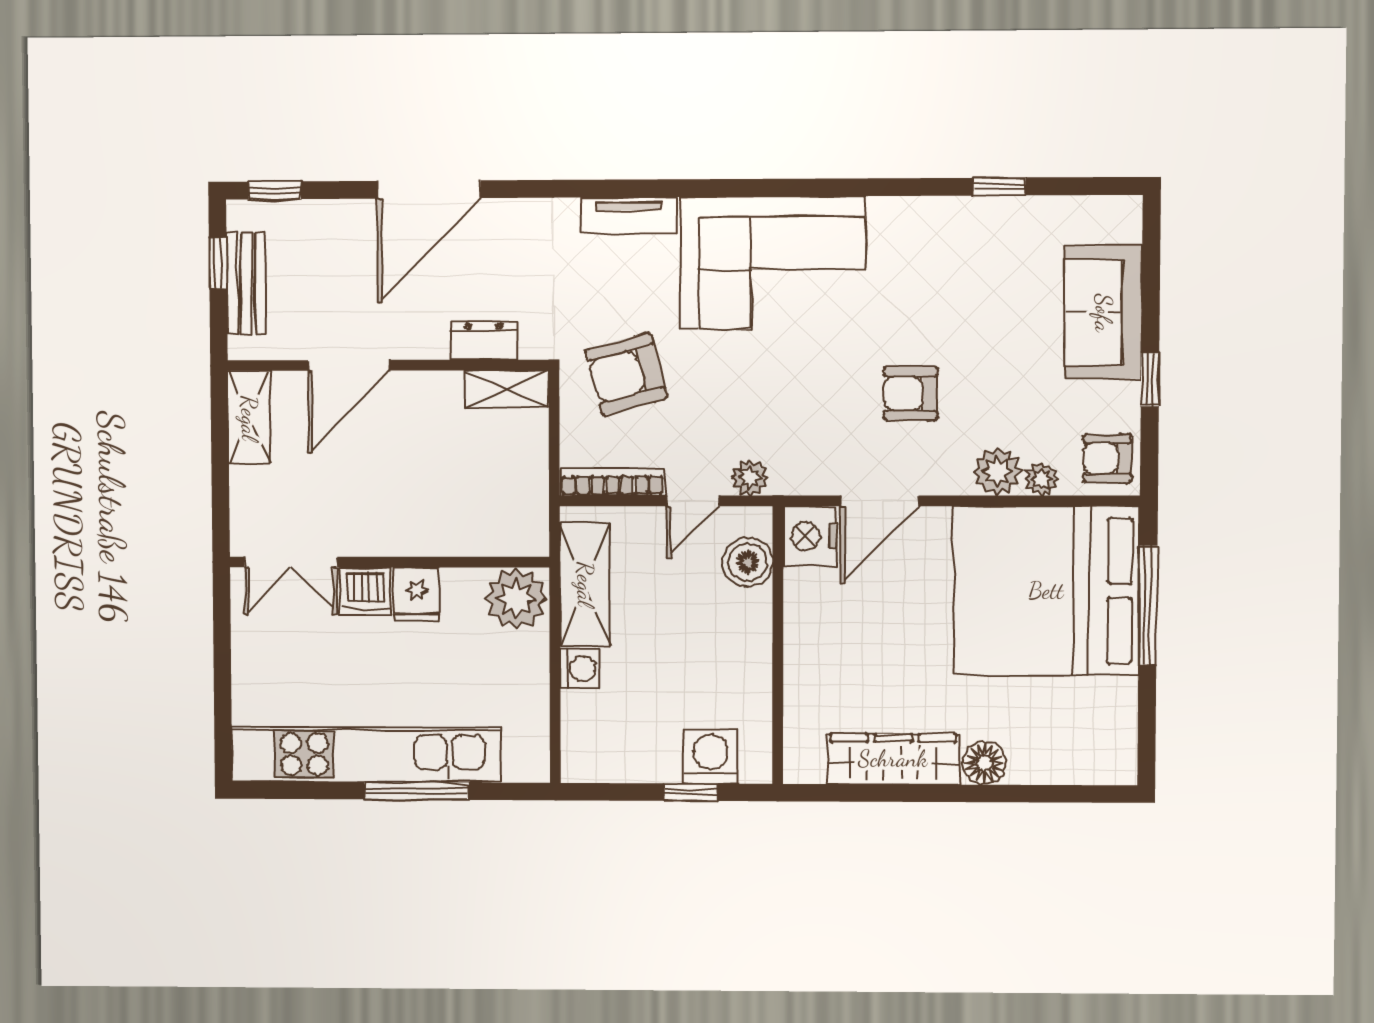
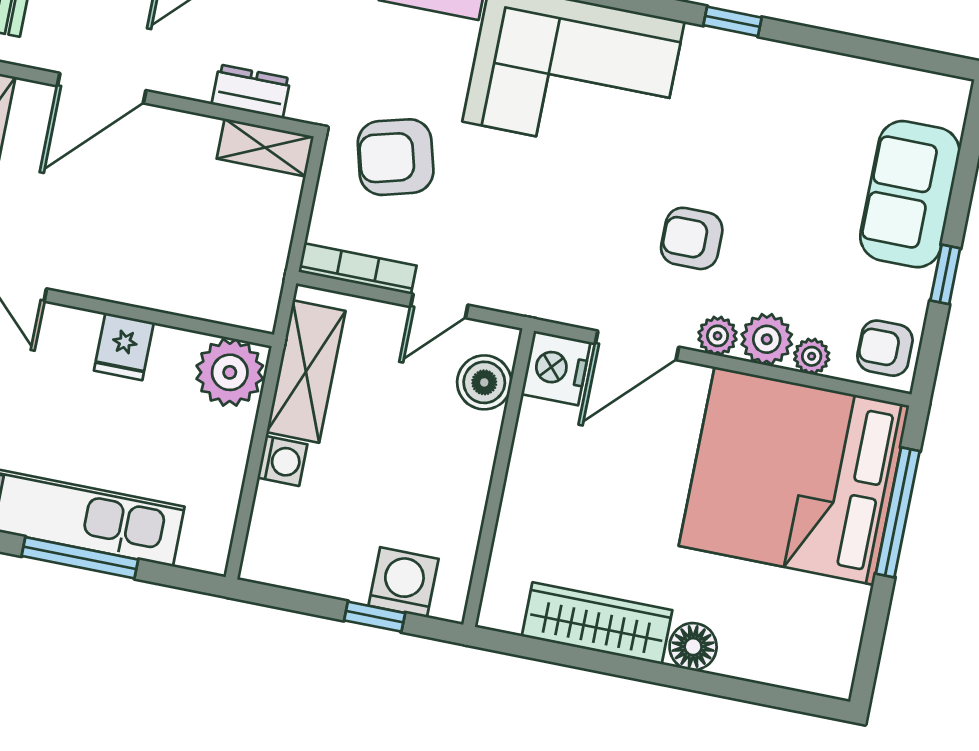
window: (999, 187) -> (732, 21), moved
plant: (750, 478) -> (718, 336), moved
dishwasher: (365, 591) -> (70, 332), removed

